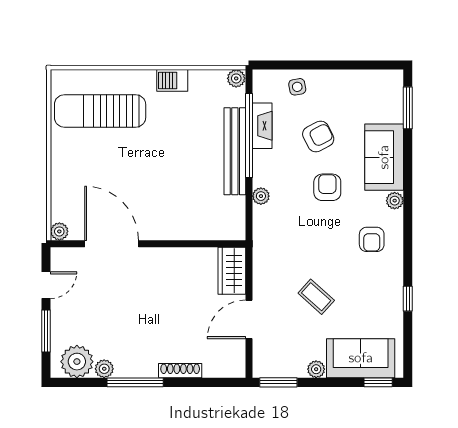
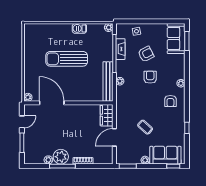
sun lounger: (100, 111) -> (67, 59), moved
bench: (235, 151) -> (108, 81), moved
sofa: (384, 157) -> (176, 39), moved
plant: (77, 362) -> (61, 157), moved

